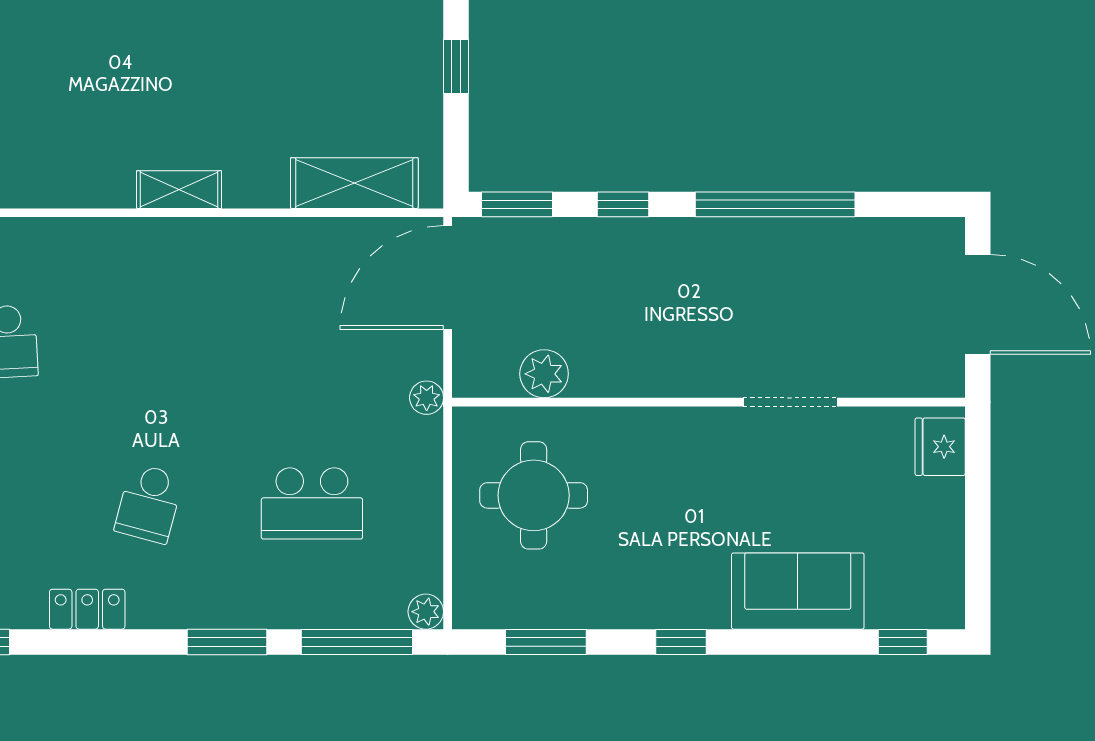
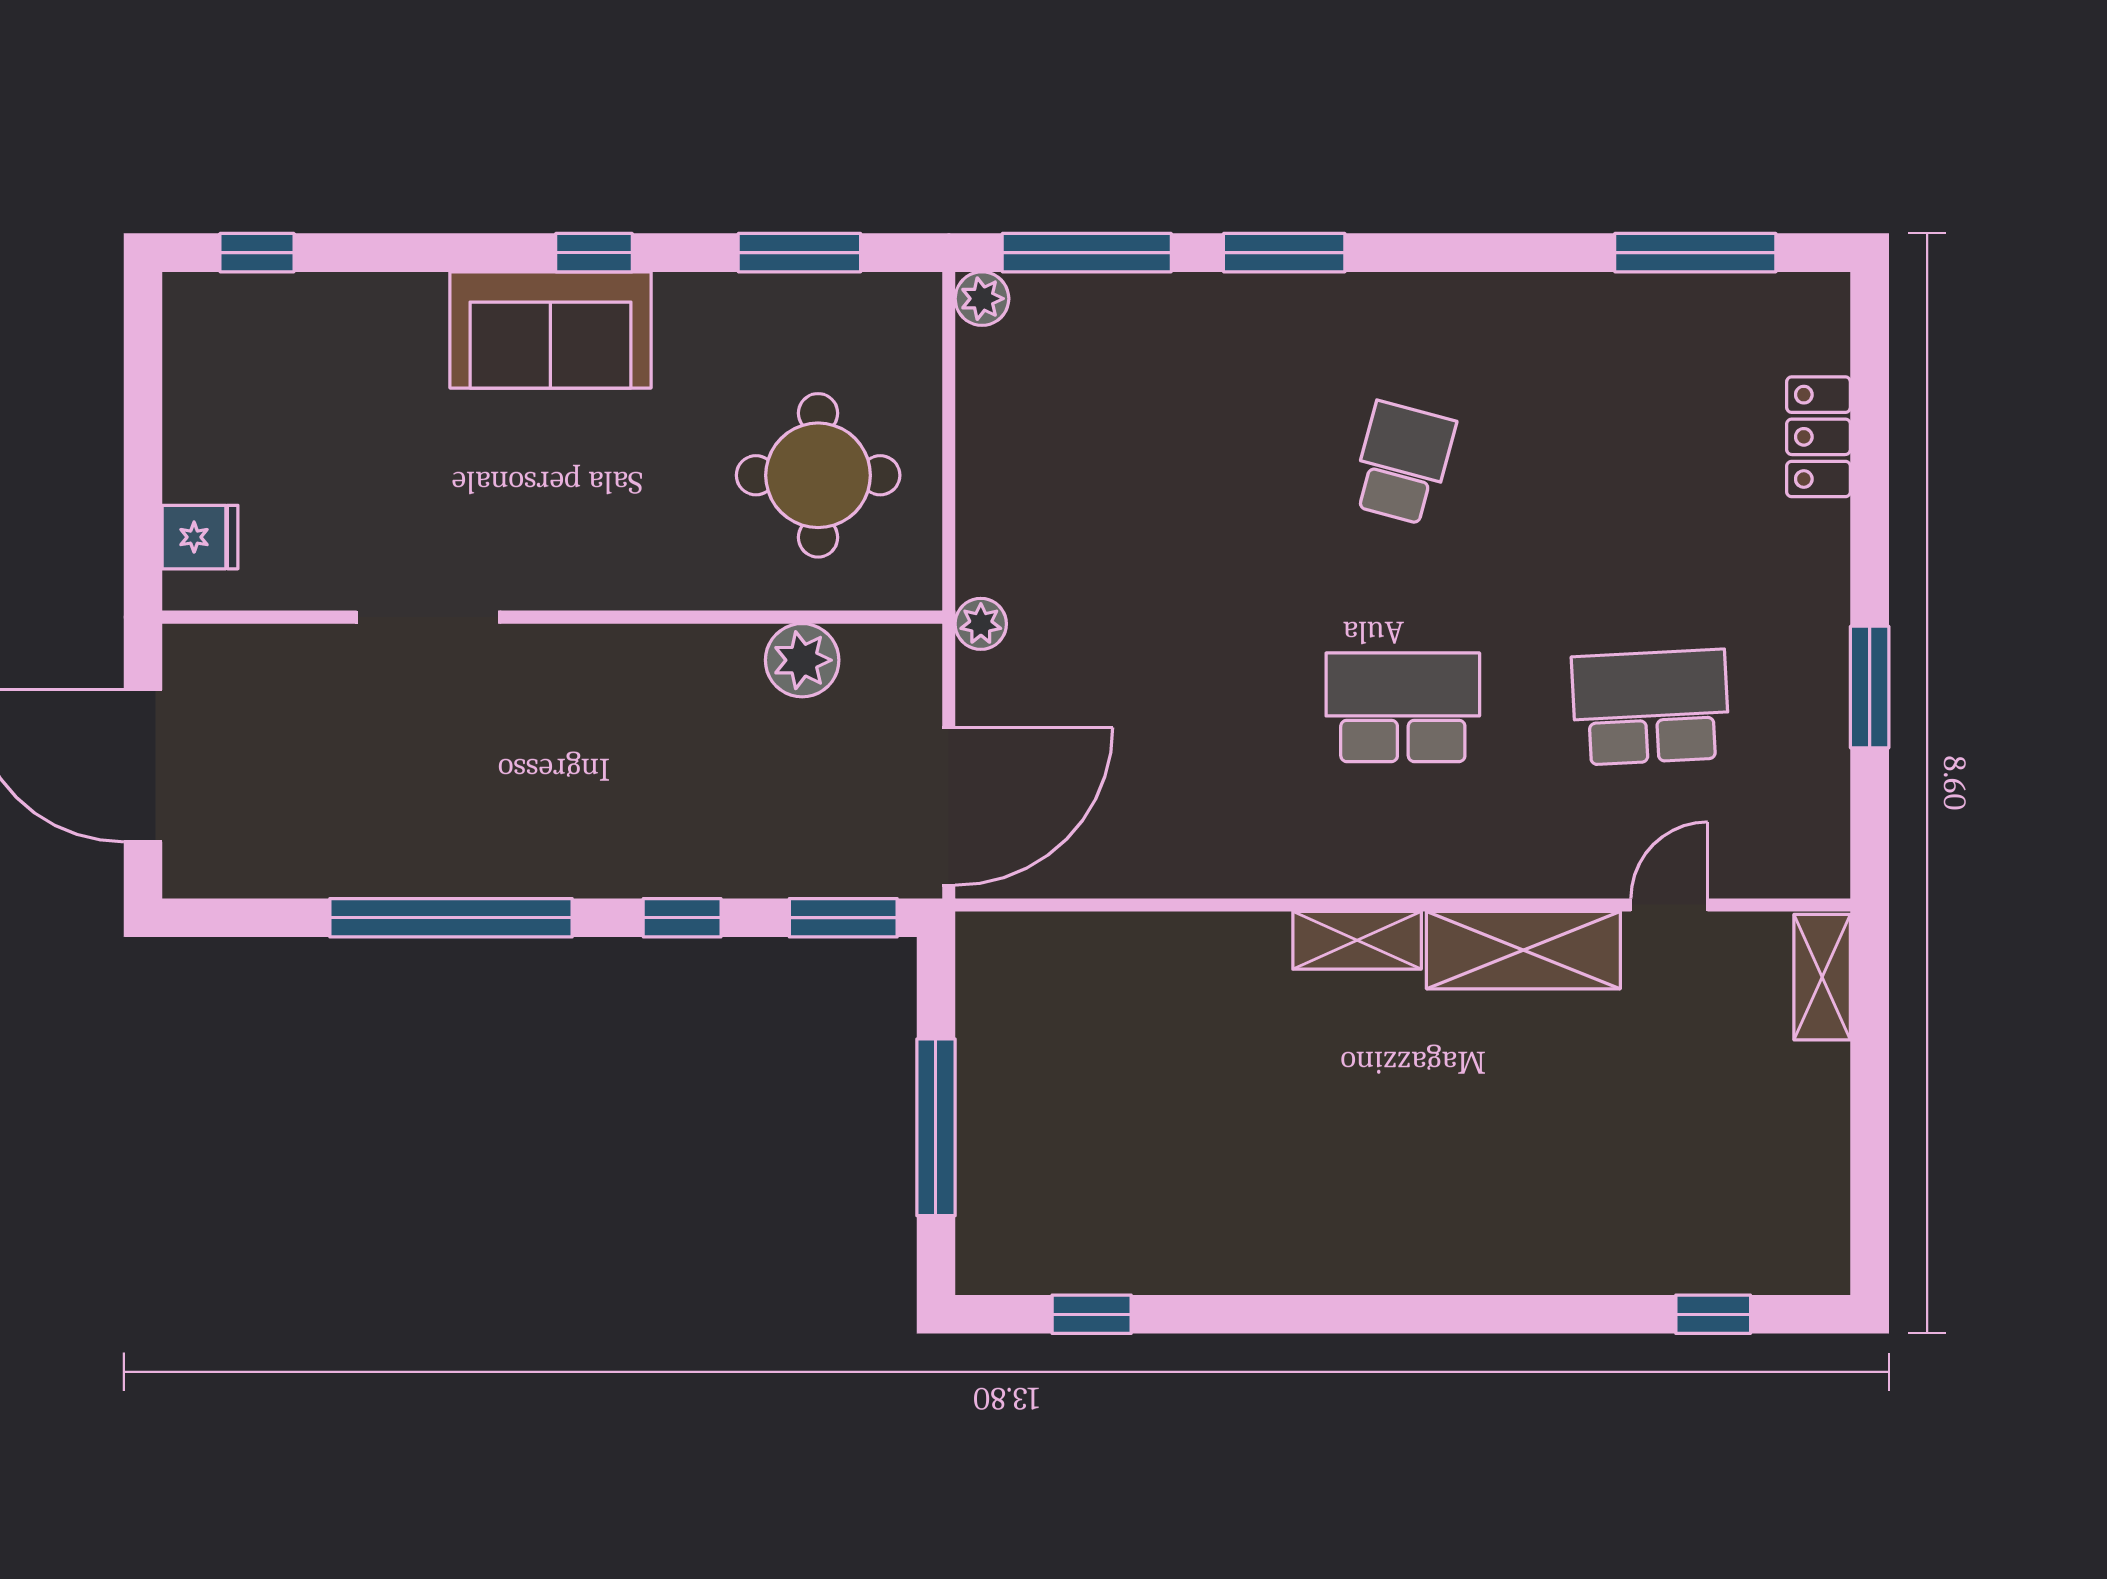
window: (456, 66) -> (936, 1127), width x2.17
shelving: (354, 183) -> (1523, 950), moved
fridge: (940, 447) -> (200, 537), width x0.72
school desk: (312, 503) -> (1403, 707), moved
sofa: (798, 591) -> (550, 330), moved
locker: (87, 609) -> (1497, 302), removed

